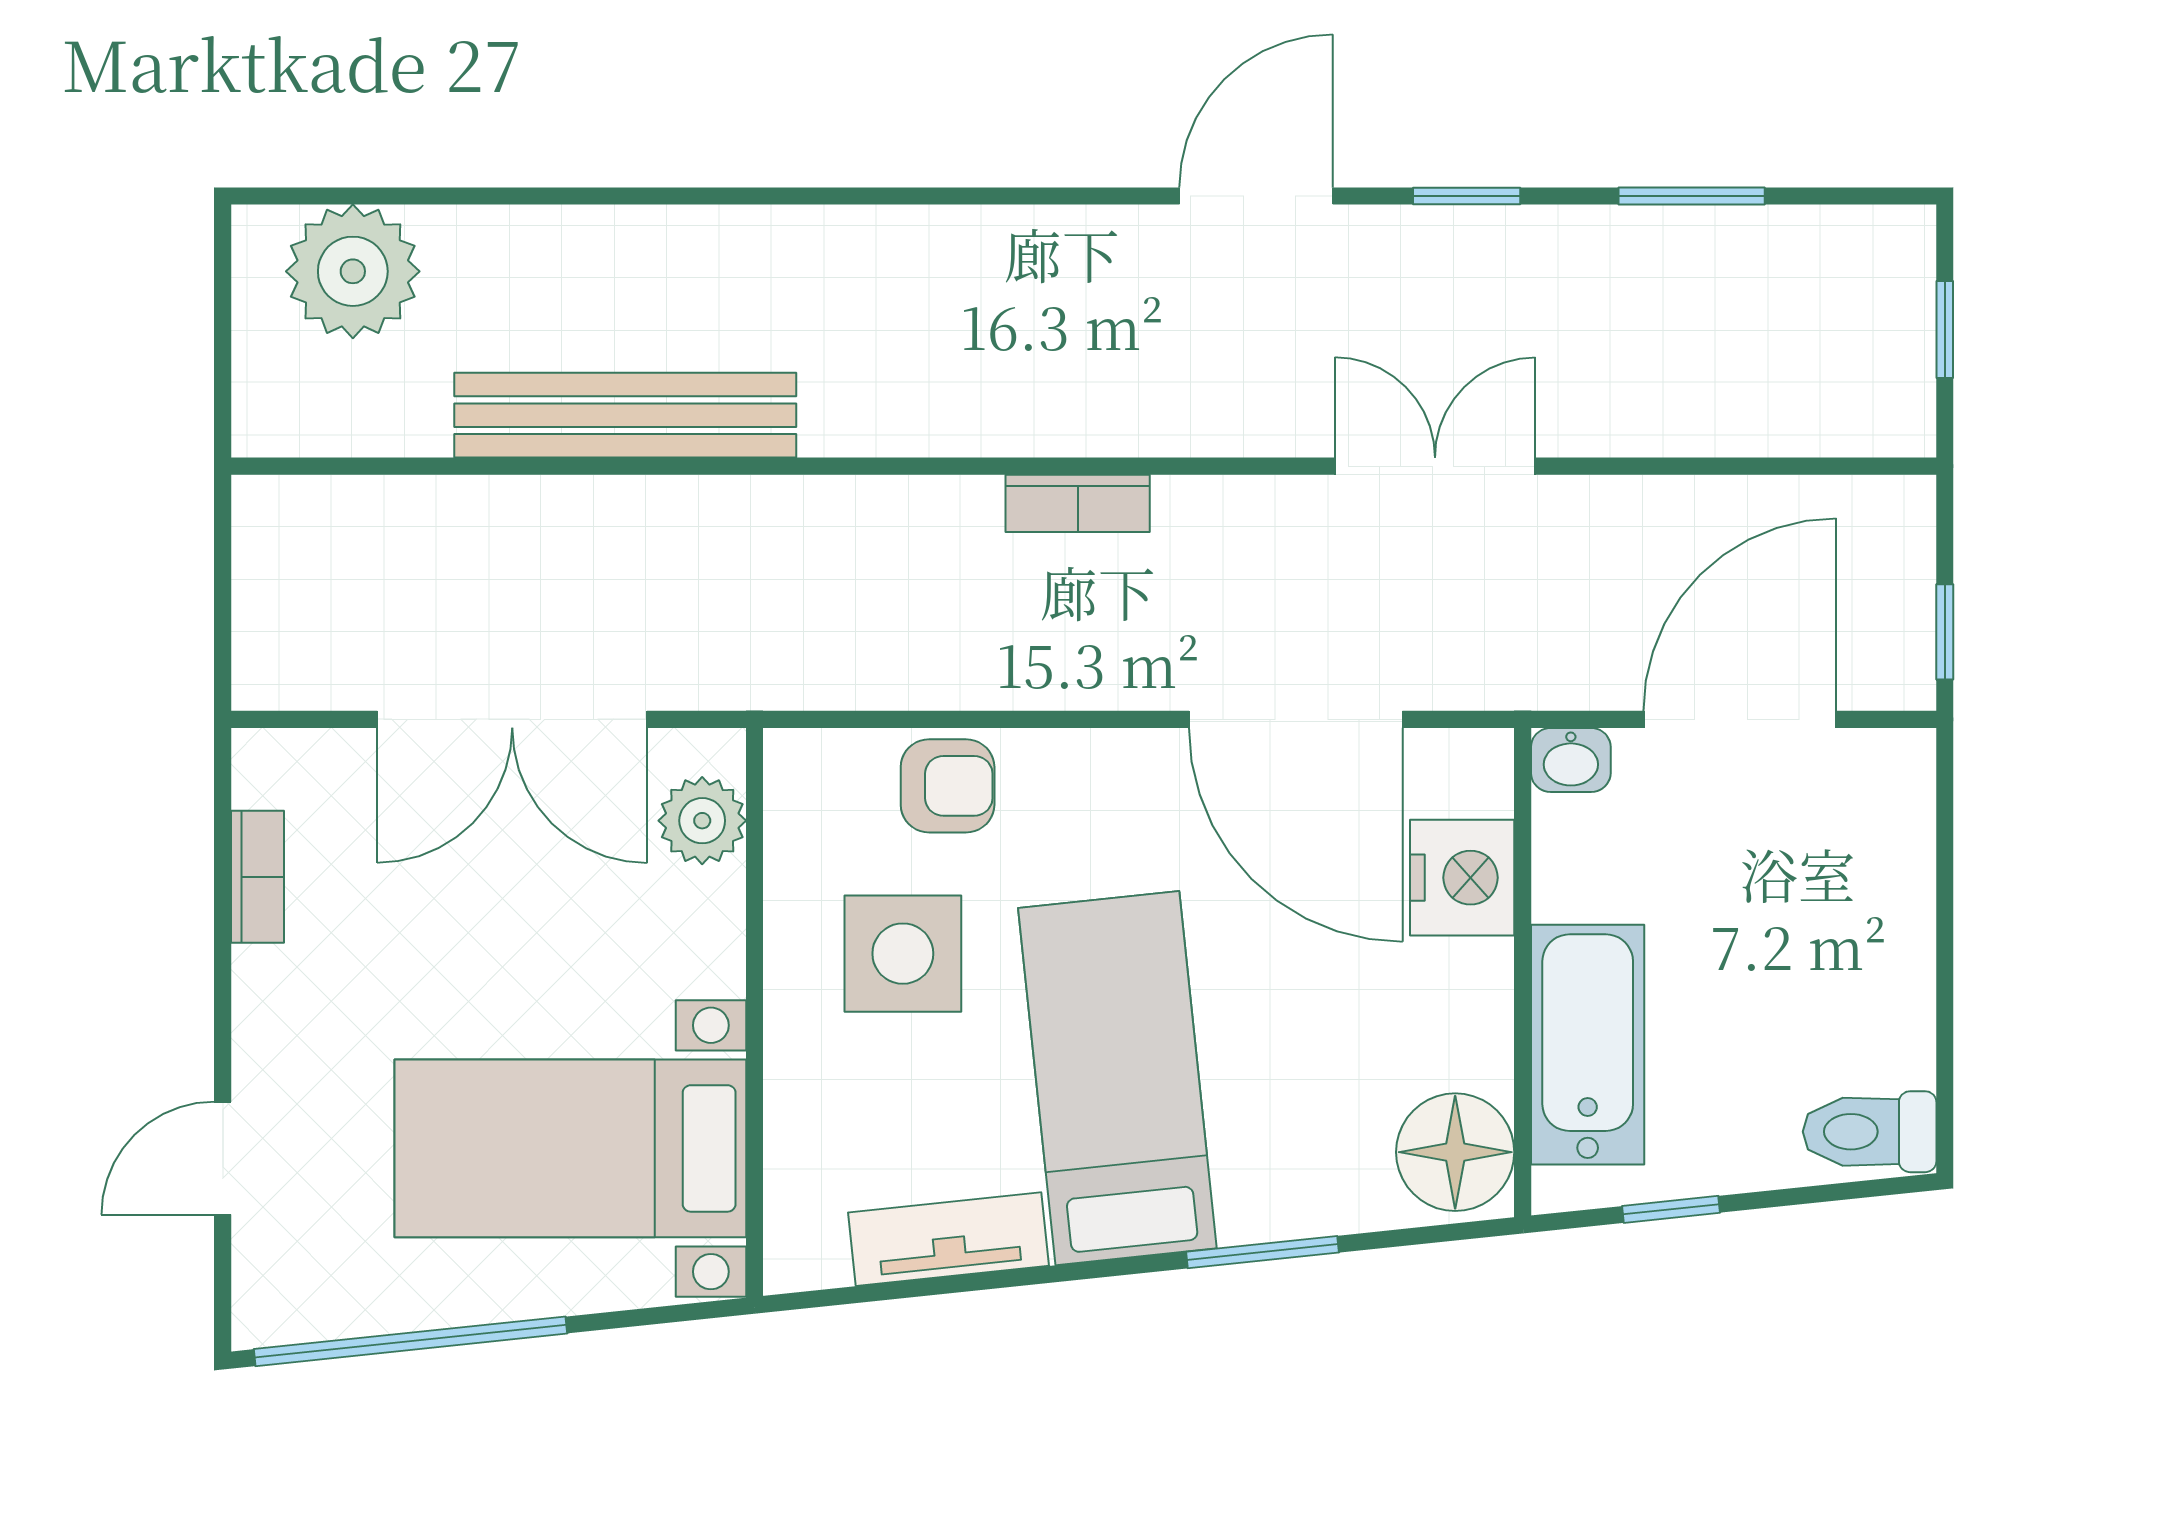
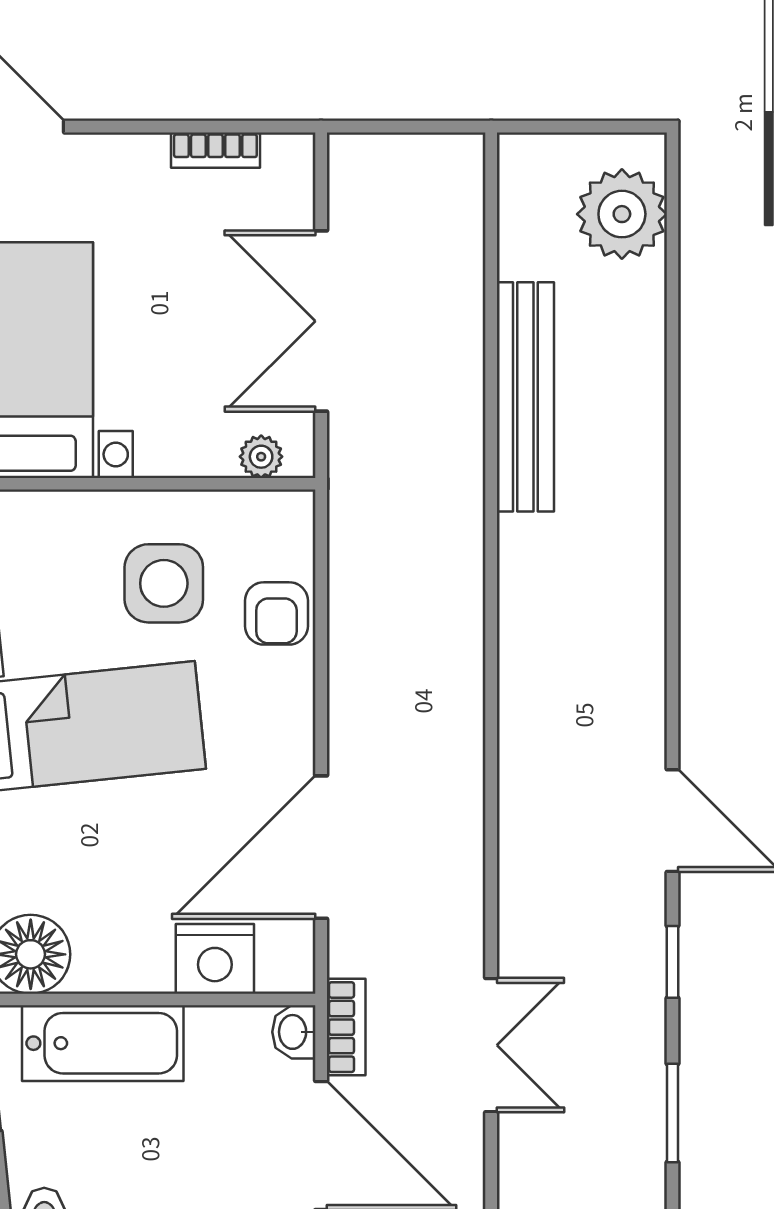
double door: (1435, 466) -> (491, 1045), moved
bookcase: (1078, 503) -> (346, 1027), moved, turned 180
plant: (702, 821) -> (261, 457), width x0.73, depth x0.73

